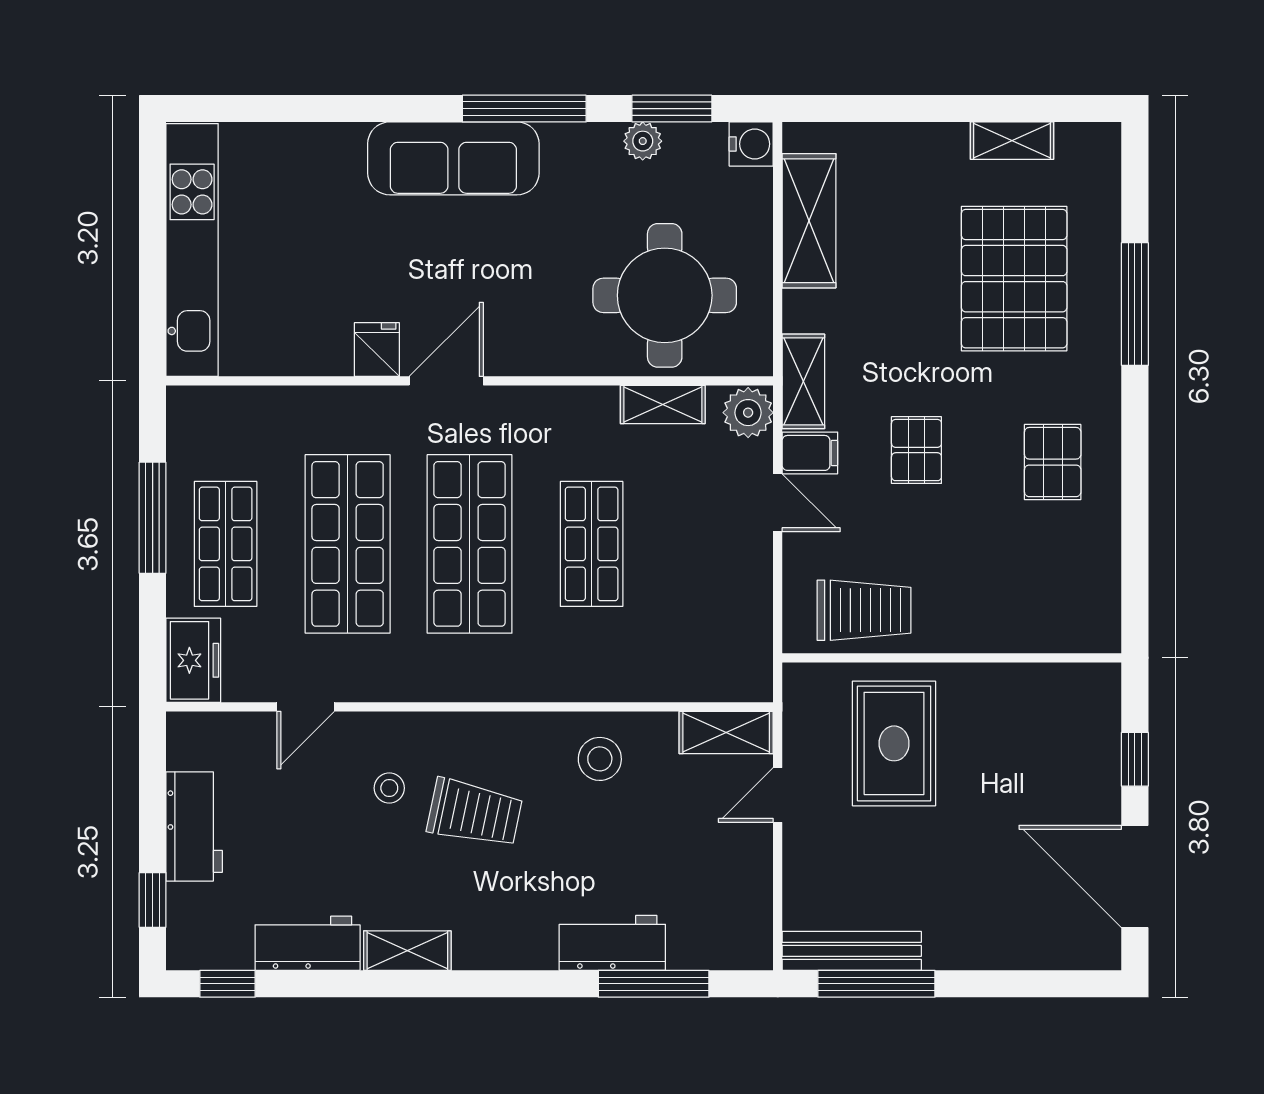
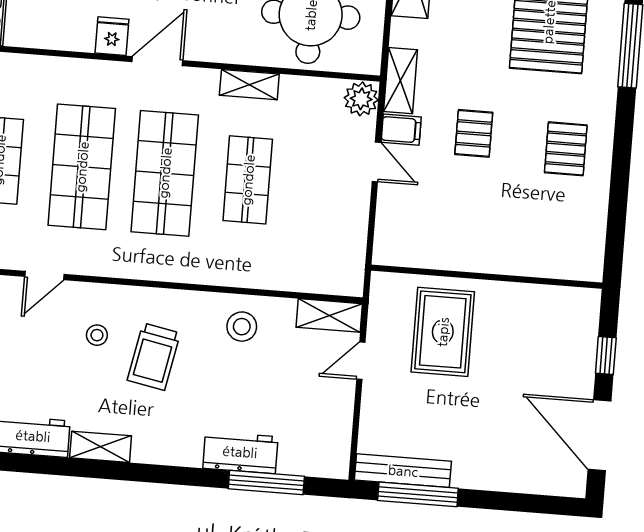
shelving: (663, 404) -> (249, 85), moved
trolley: (864, 610) -> (429, 240), removed
trolley: (475, 813) -> (154, 357), turned 89

